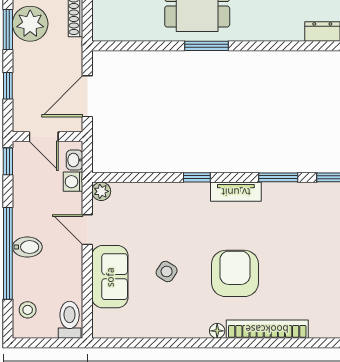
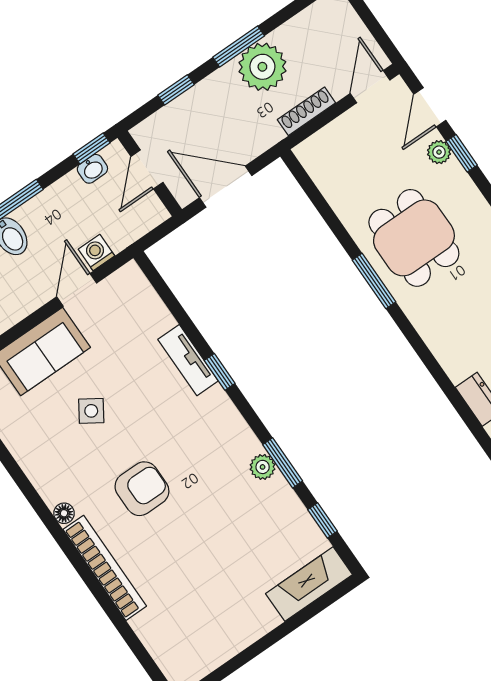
washbasin: (75, 160) -> (92, 169), moved, turned 180
washing machine: (73, 182) -> (96, 253), moved
plant: (101, 191) -> (263, 467), moved
tv unit: (236, 192) -> (188, 360), moved
armchair: (235, 273) -> (142, 489), width x0.73, depth x0.73

